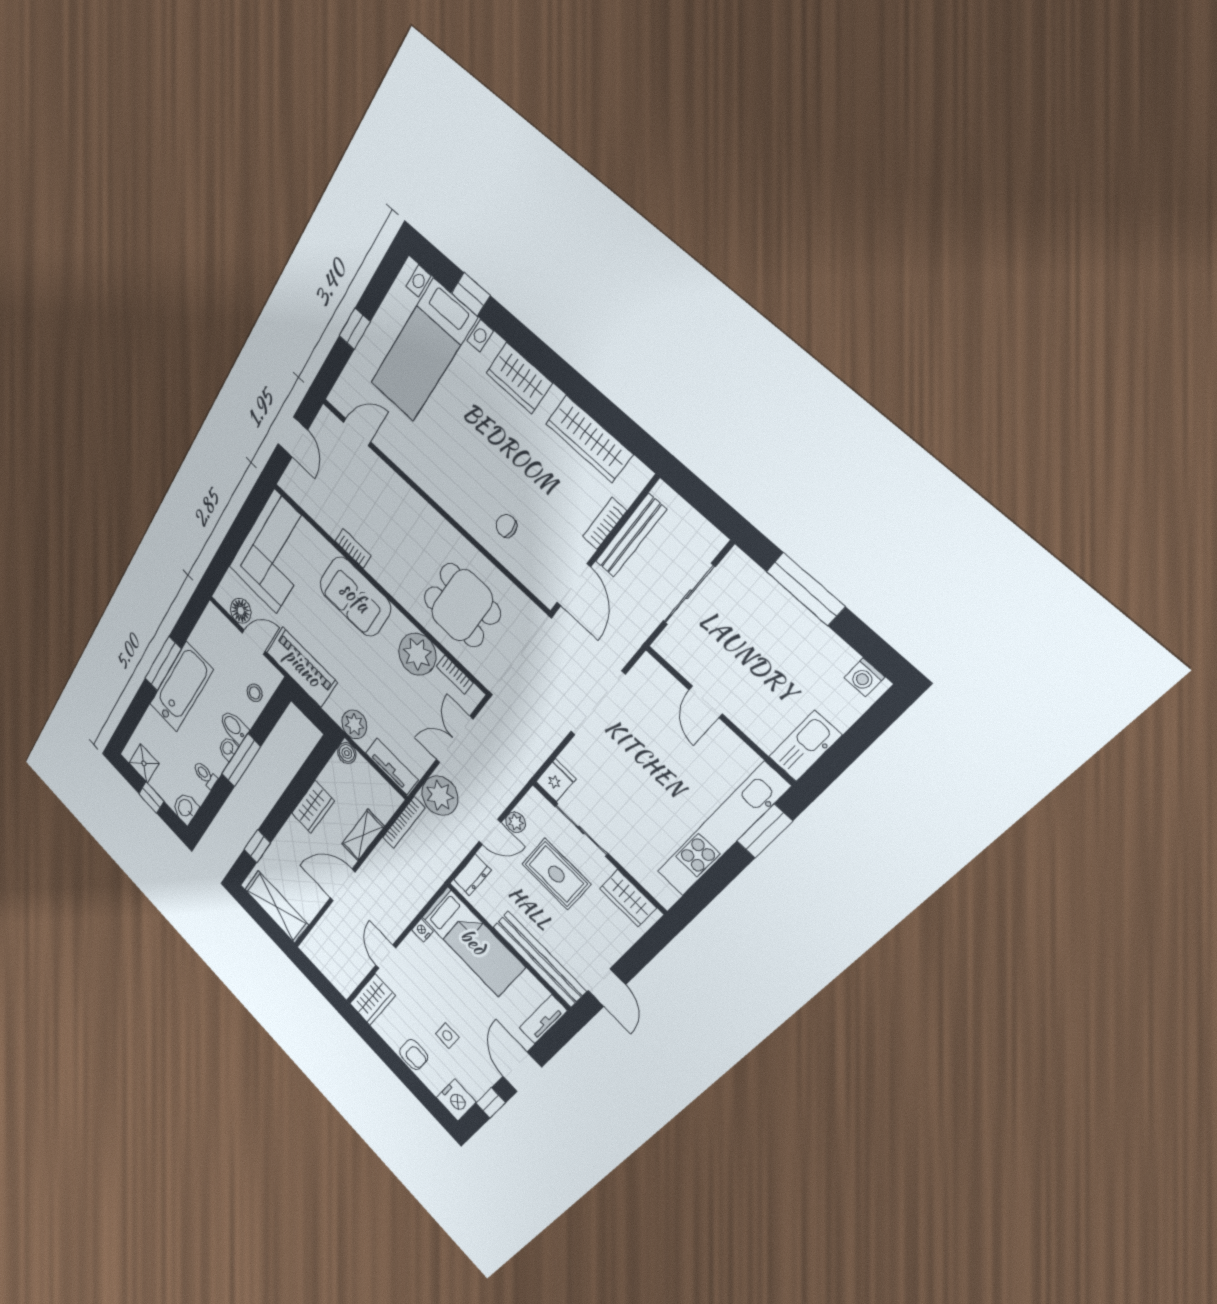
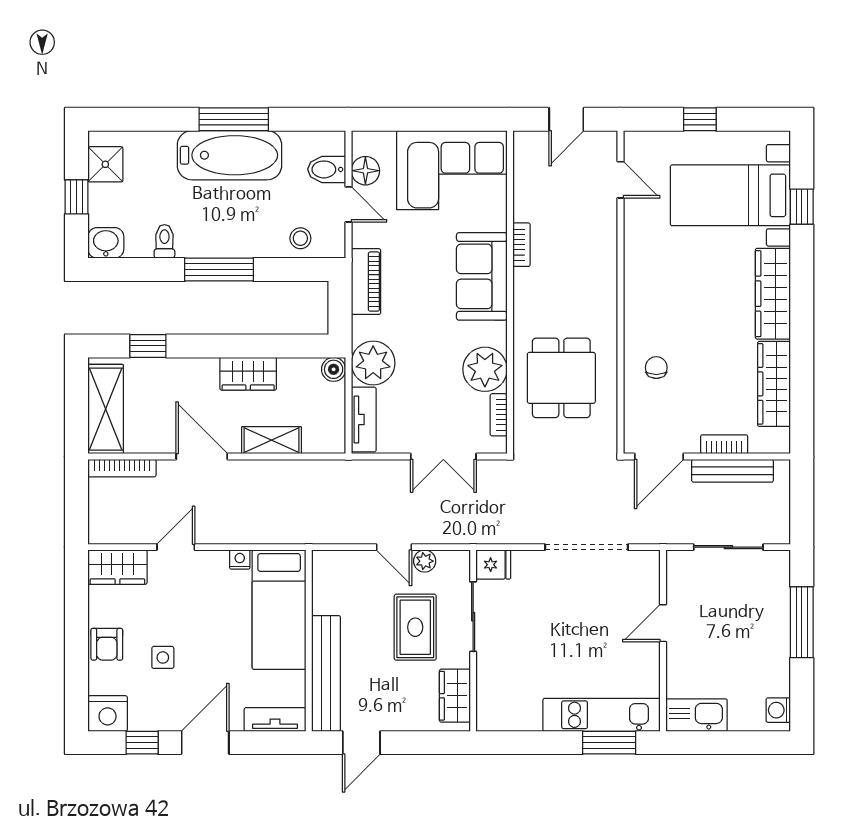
wardrobe: (519, 378) -> (773, 294), width x1.50
piano: (302, 667) -> (366, 282), width x0.73, depth x0.75
plant: (354, 724) -> (373, 363), width x1.36, depth x1.36
bidet: (234, 727) -> (327, 169), moved, turned -90
double door: (455, 740) -> (443, 456), swing flipped
washbasin: (228, 748) -> (217, 248), removed
plant: (440, 796) -> (381, 481), removed
bookcase: (404, 823) -> (122, 468), moved
kitchen unit: (722, 830) -> (601, 715), width x0.73
dresser: (472, 875) -> (340, 562), removed

